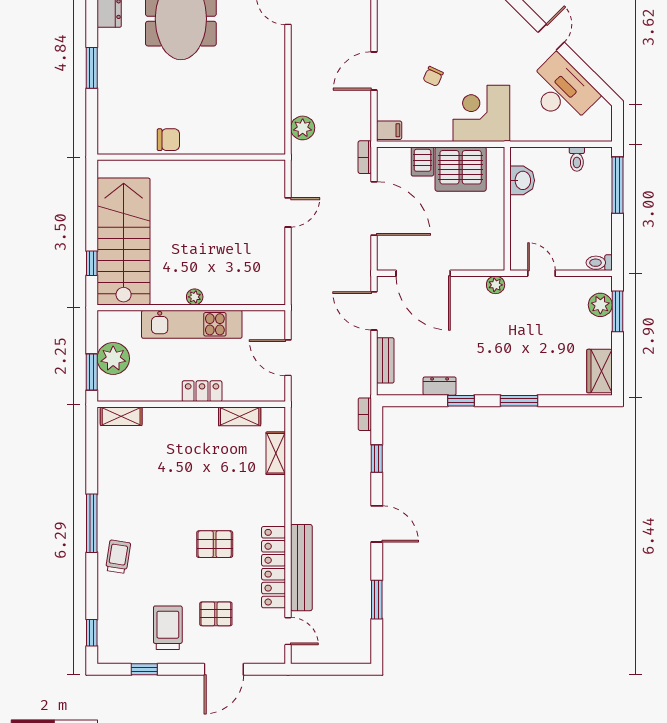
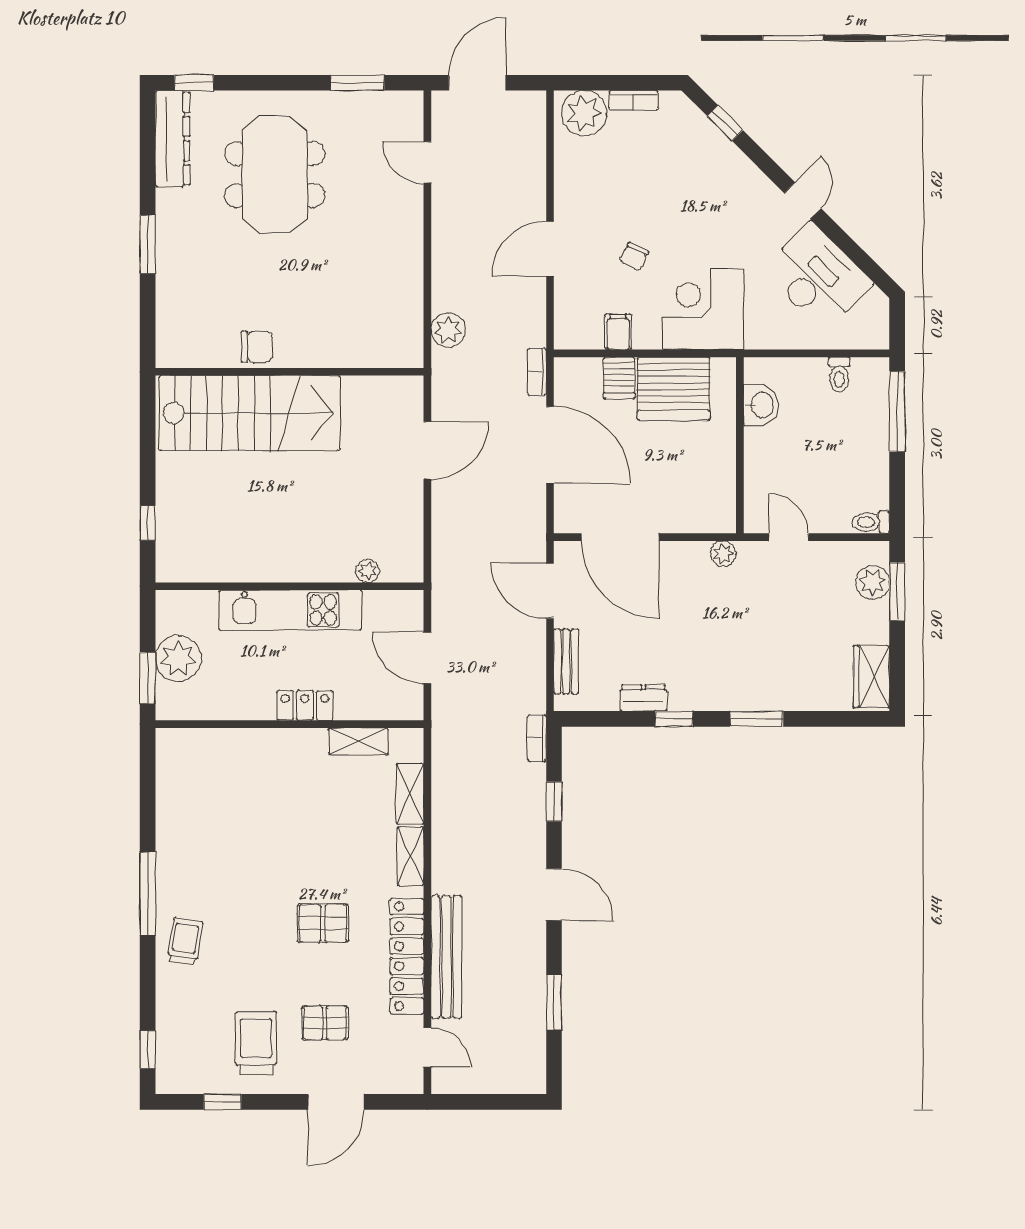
filing cabinet: (389, 130) -> (618, 332), moved, turned -90
door: (288, 212) -> (427, 450), width x1.38
stairs: (124, 241) -> (249, 413), moved, turned 90
plant: (195, 297) -> (368, 571), moved
shelving: (121, 416) -> (410, 856), moved, turned 90

